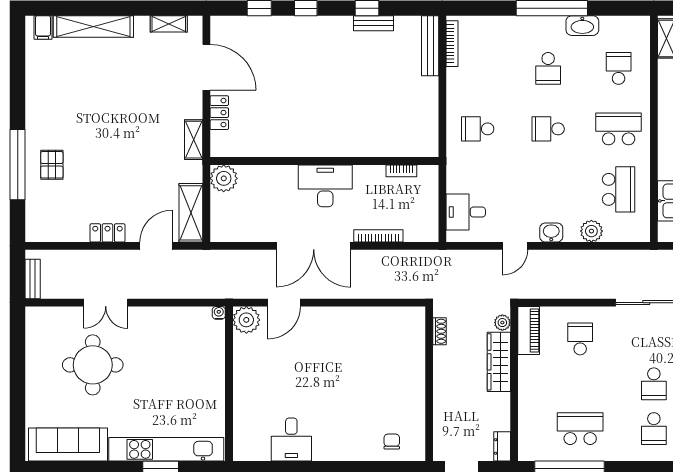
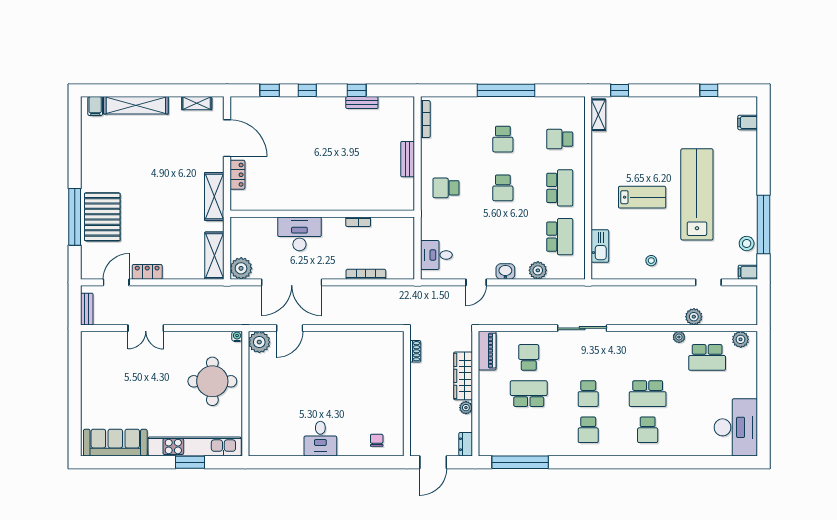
washbasin: (582, 26) -> (530, 104), removed
bench: (430, 46) -> (408, 159), moved, width x0.73
school desk: (619, 68) -> (560, 139), turned -90
school desk: (548, 129) -> (503, 188), turned -90
school desk: (619, 129) -> (560, 188), turned 90
shelving: (194, 140) -> (214, 197), width x1.50, depth x1.33
pallet: (52, 165) -> (102, 217), width x2.05, depth x2.00
bookcase: (401, 171) -> (358, 222), moved
plant: (224, 178) -> (241, 268), moved
desk: (325, 186) -> (299, 234), moved
door: (156, 246) -> (116, 282), moved
double door: (314, 246) -> (292, 282), moved
plant: (502, 323) -> (466, 408), moved
round table: (93, 365) -> (212, 381), moved
school desk: (580, 429) -> (529, 394), moved
desk: (291, 440) -> (320, 439), moved

